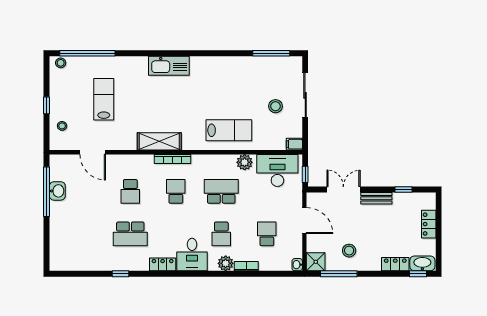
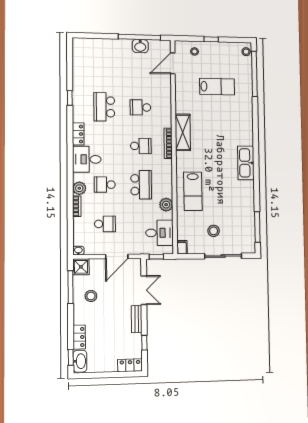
kitchen sink: (169, 66) -> (246, 163), moved
door: (93, 152) -> (173, 63), moved
desk: (277, 170) -> (160, 233), width x0.73
locker: (429, 224) -> (130, 365), moved

